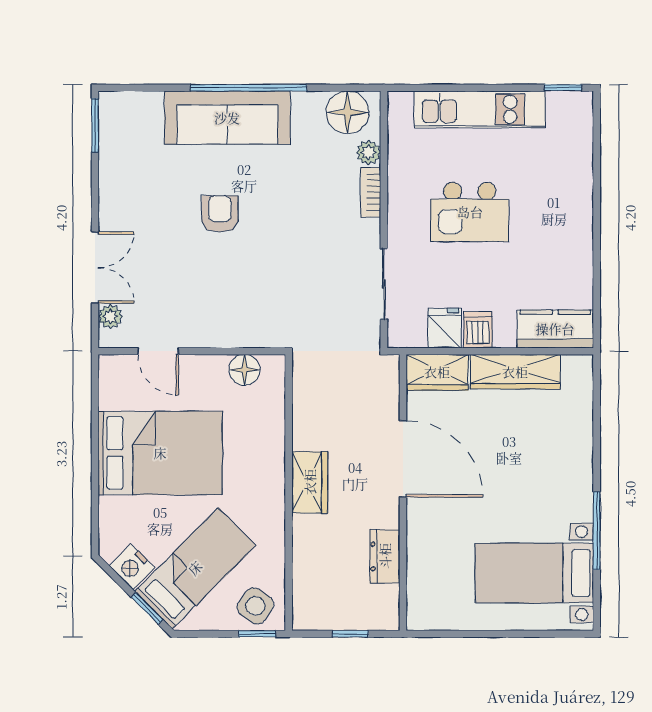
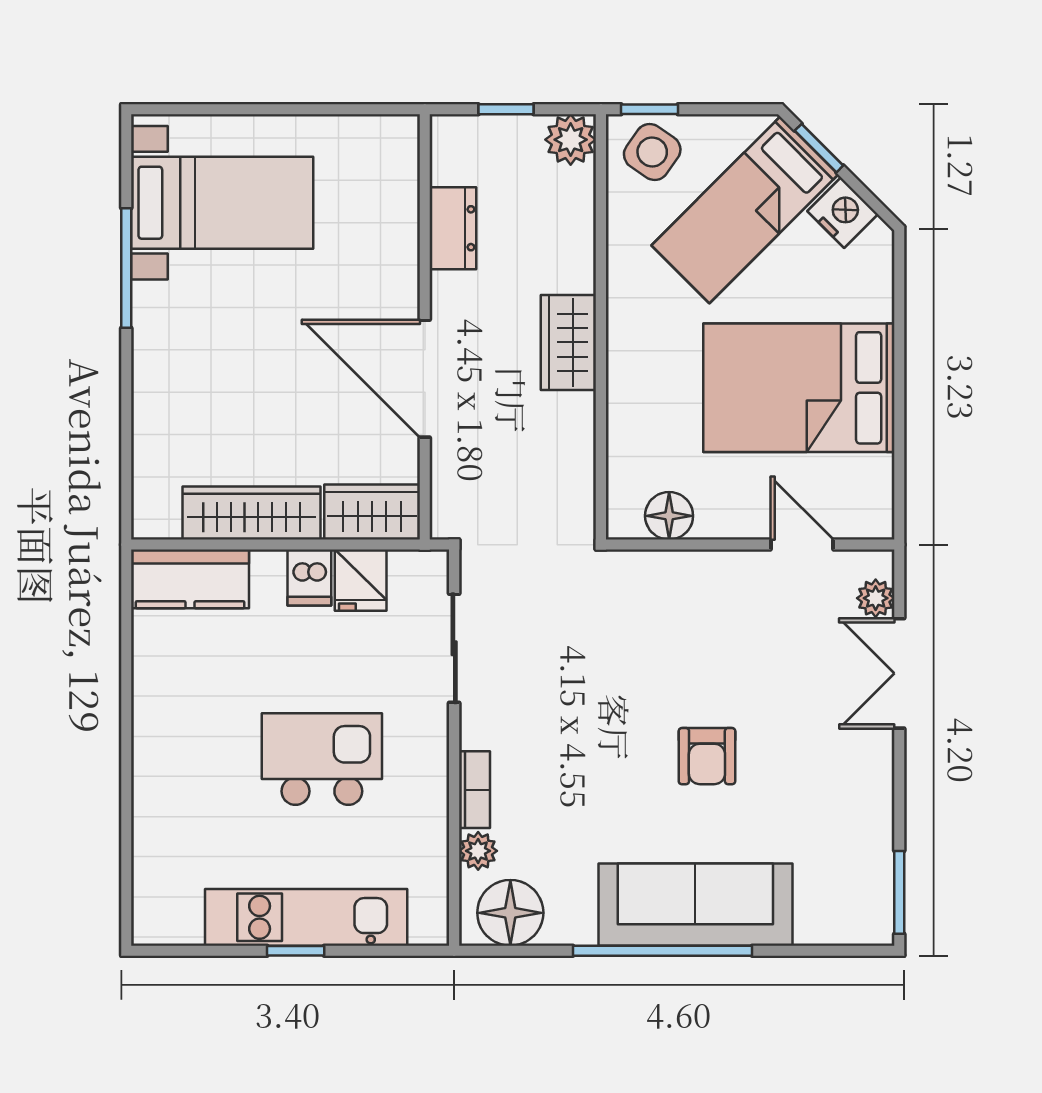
window: (563, 88) -> (296, 951), moved
plant: (308, 614) -> (571, 140), added

